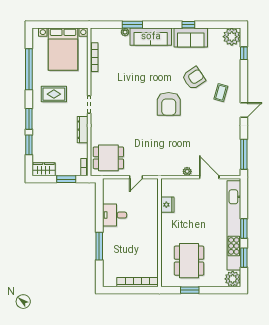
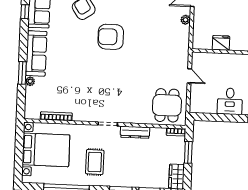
armchair: (169, 104) -> (111, 37), turned 180

